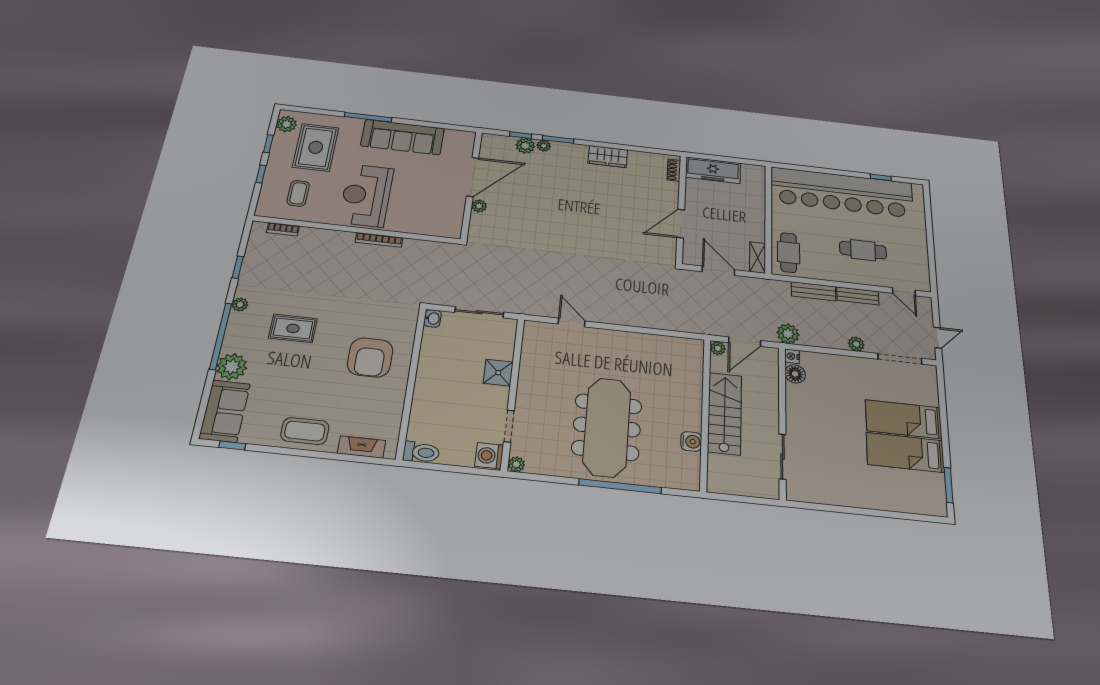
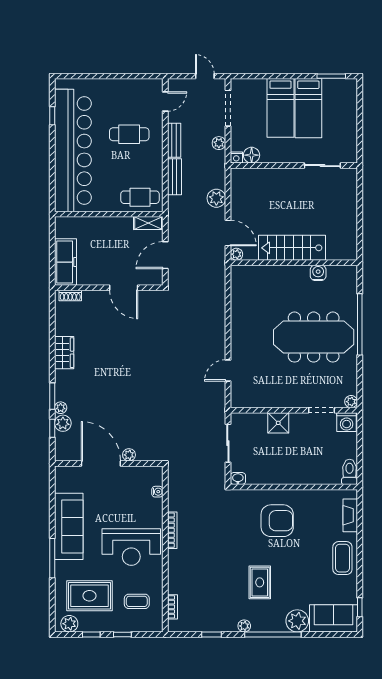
water cooler: (430, 230) -> (157, 492), added
cafe table: (863, 250) -> (129, 134), turned 90
nightstand: (792, 356) -> (236, 157), moved
floor lamp: (795, 374) -> (252, 155), moved
wall: (782, 422) -> (294, 166), moved
sliding door: (782, 457) -> (322, 166), moved

